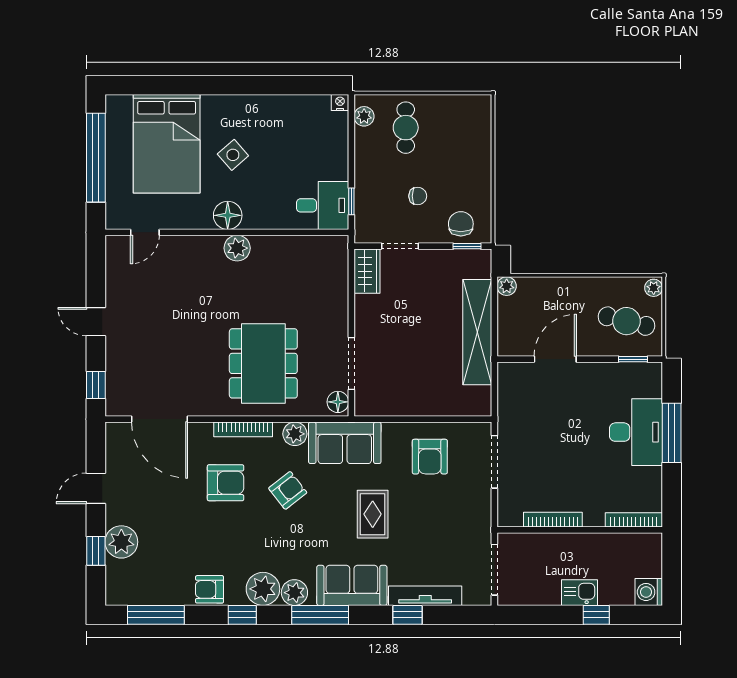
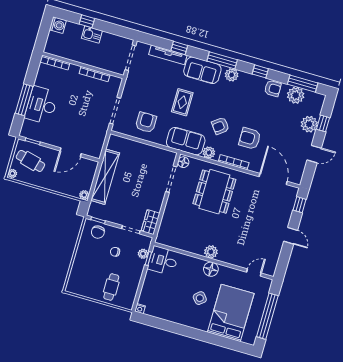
plant: (364, 116) -> (143, 254), moved
plant: (263, 589) -> (296, 95), moved

